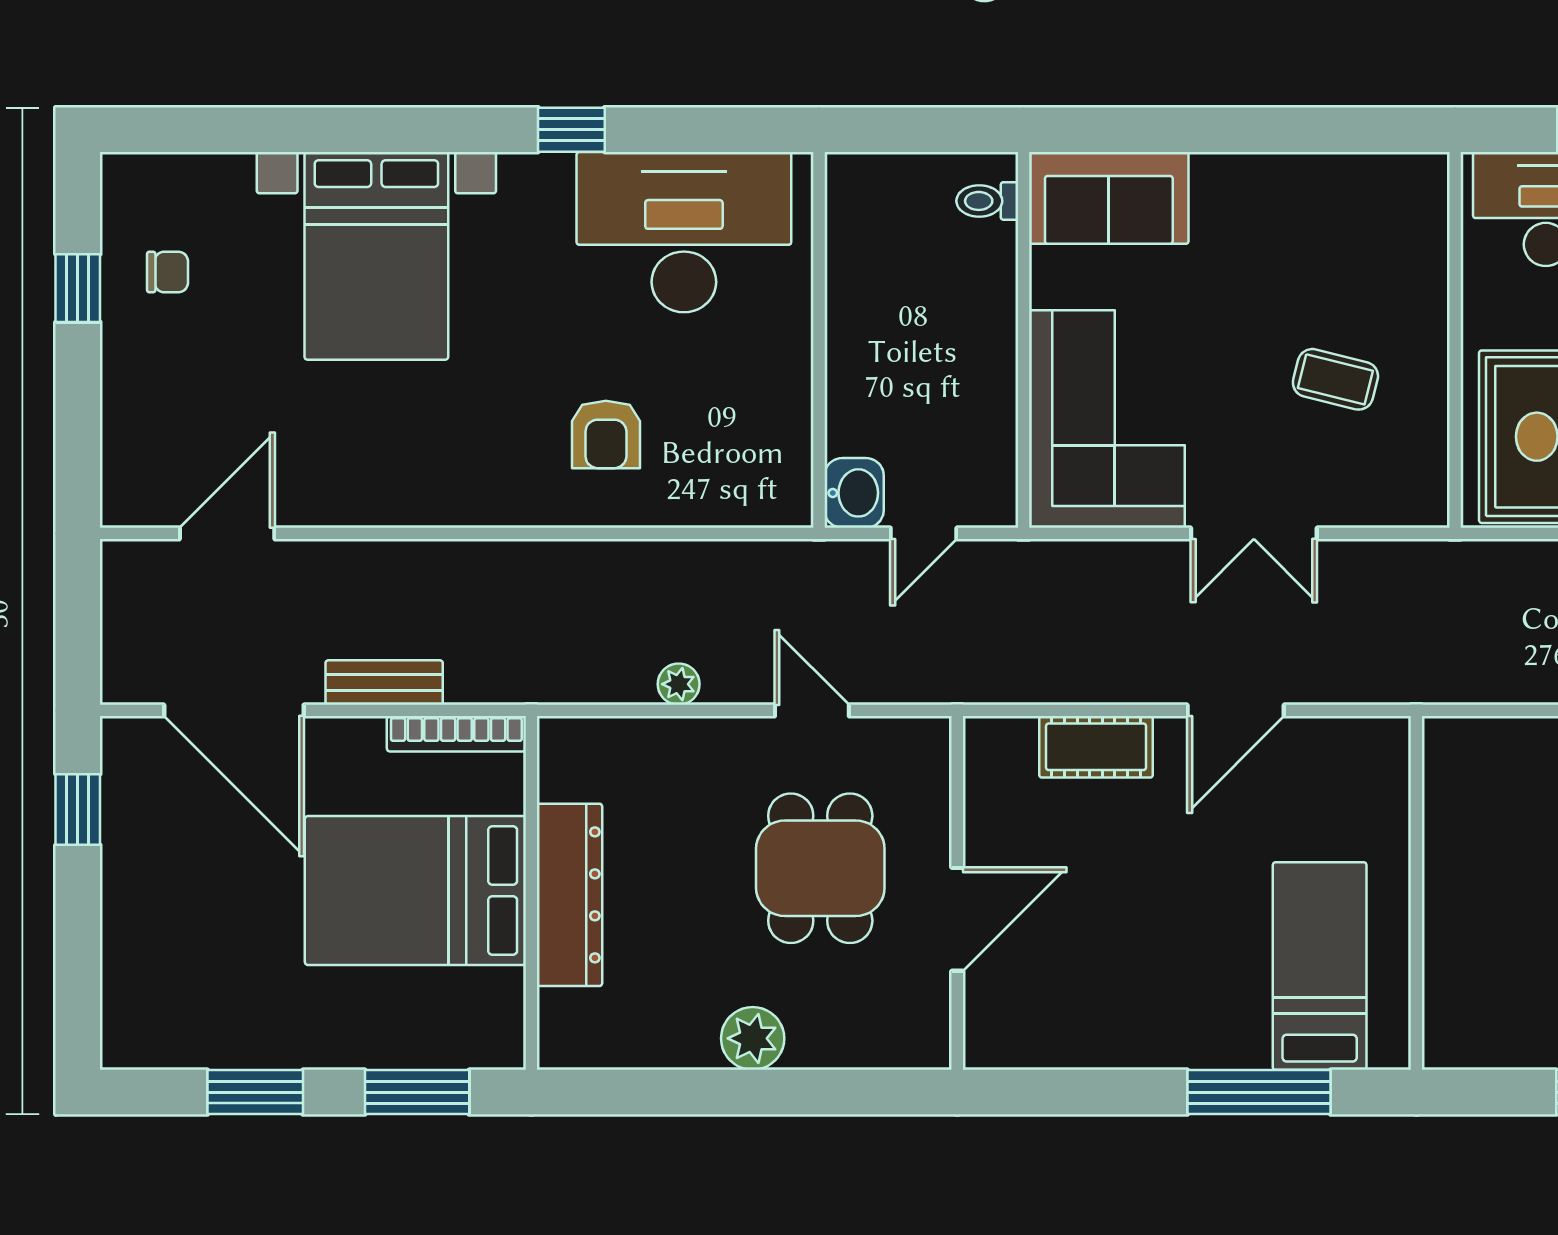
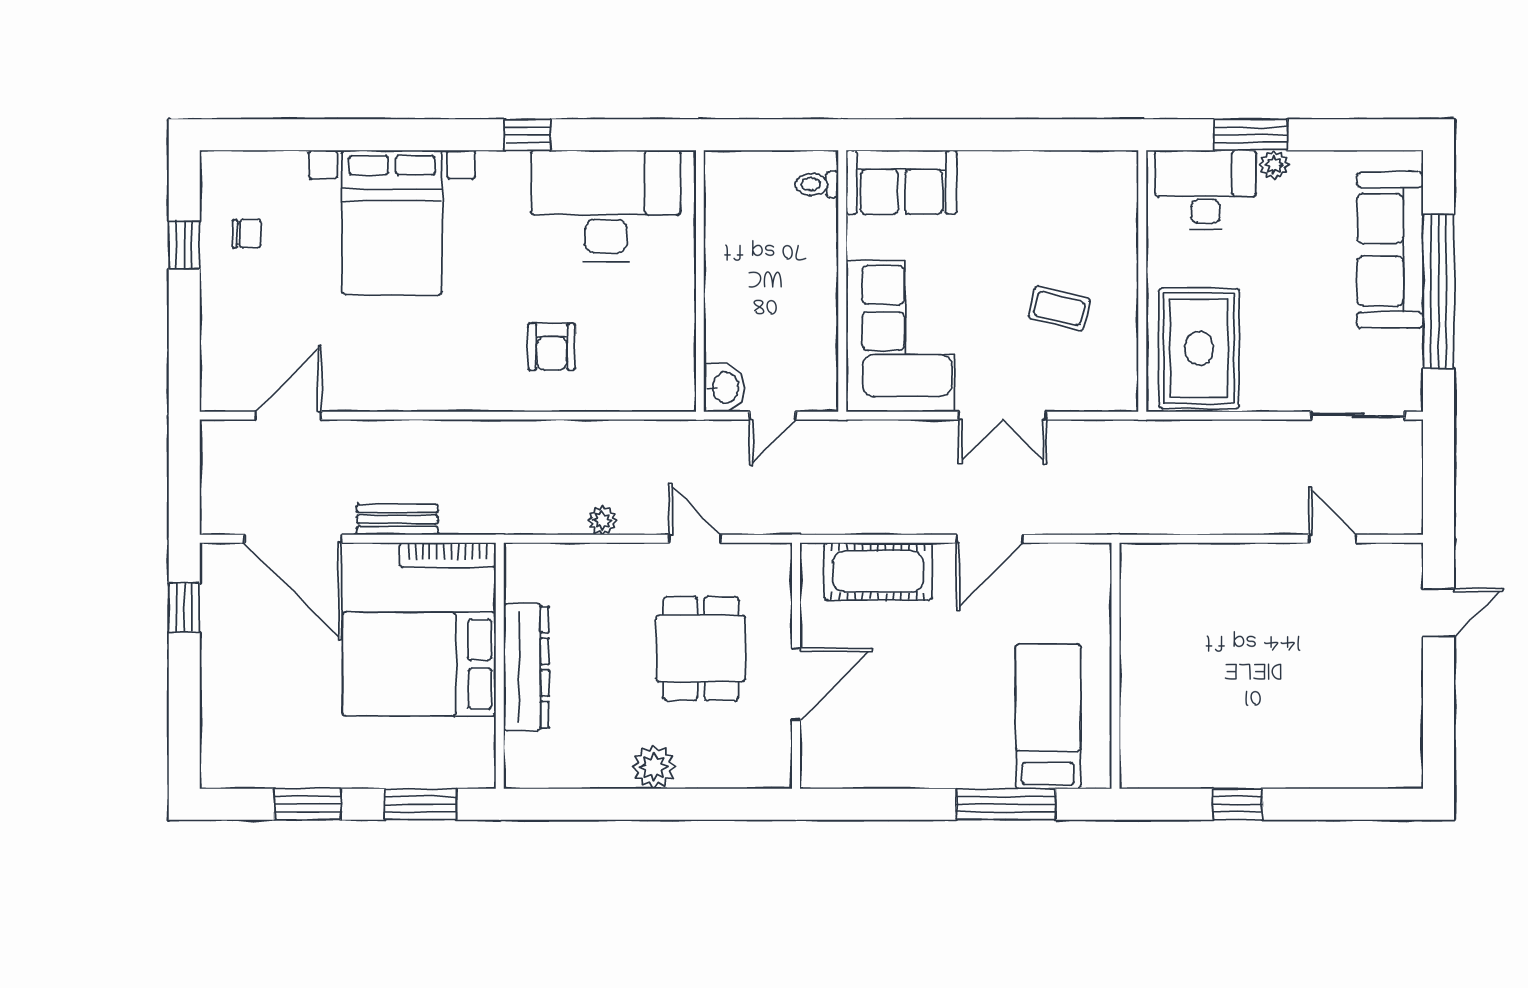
cot: (1096, 747) -> (878, 571), width x1.37, depth x1.34

